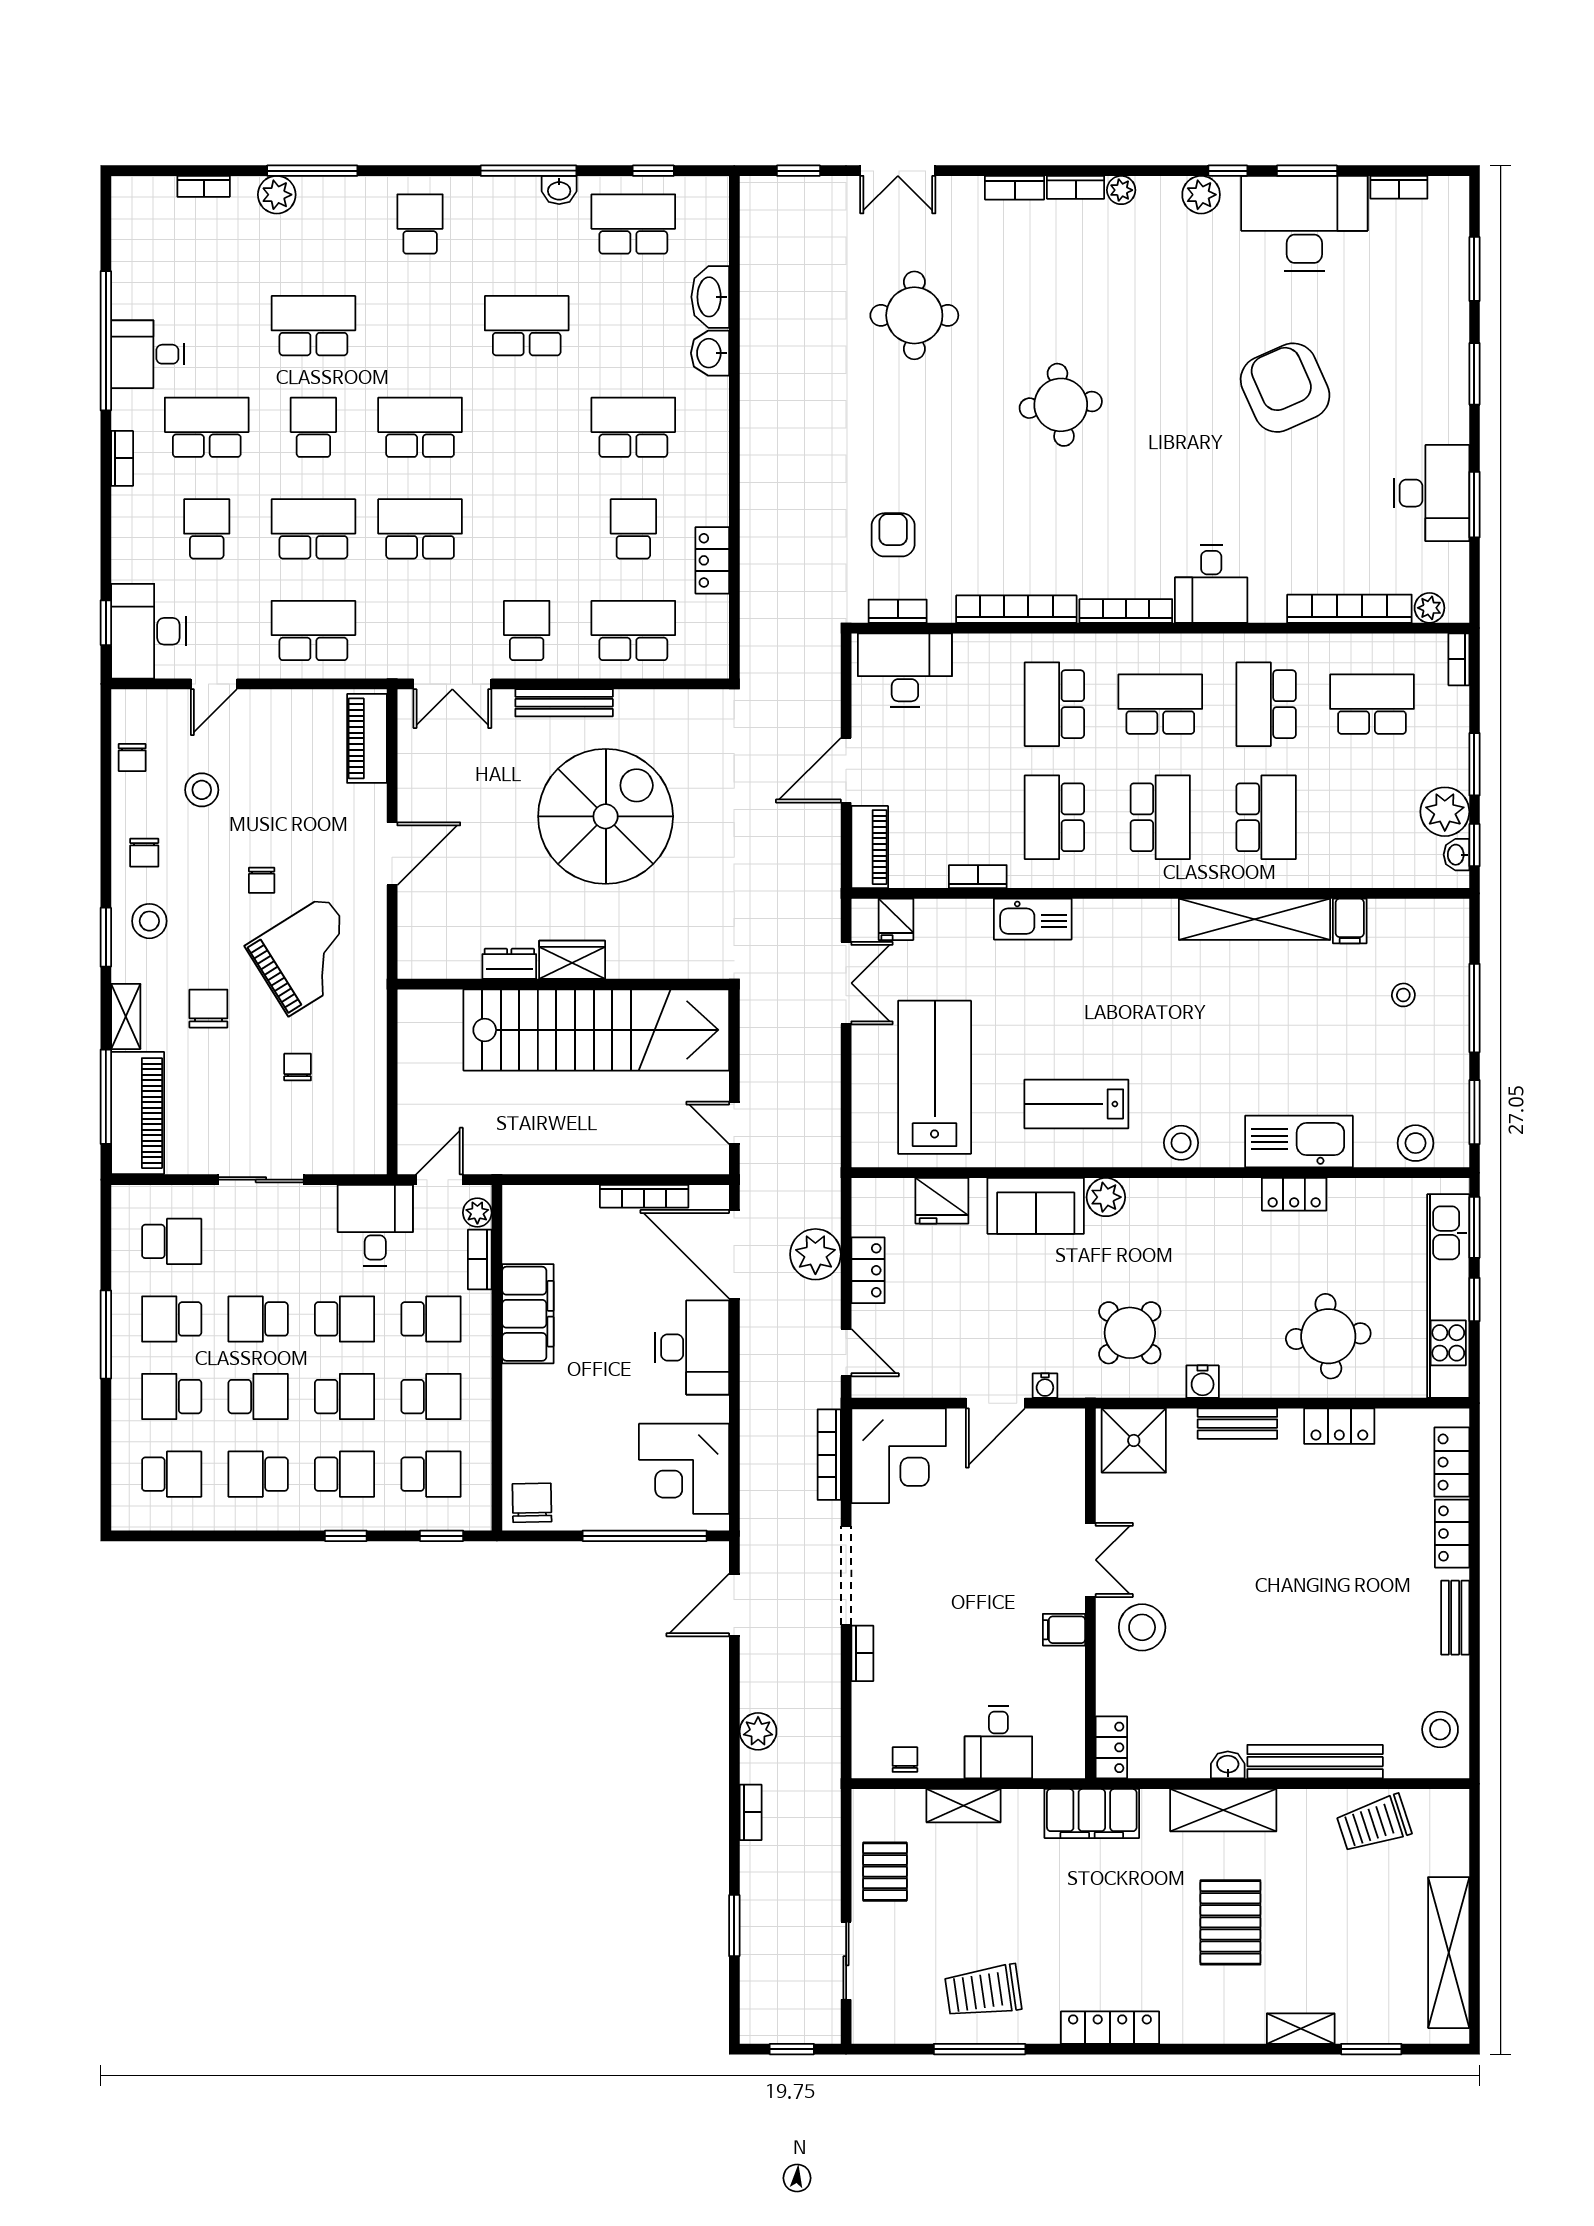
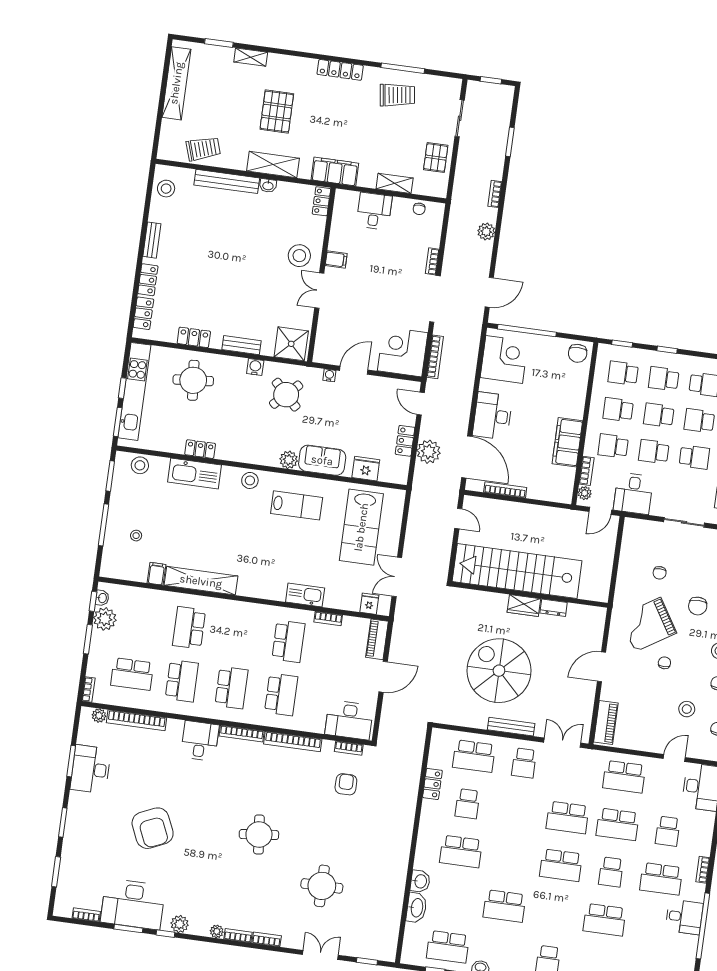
armchair: (893, 535) -> (346, 784), turned 180
school desk: (1160, 704) -> (231, 688), turned -90
spiral stairs: (606, 816) -> (499, 671), turned 90
school desk: (1160, 817) -> (239, 635), removed

